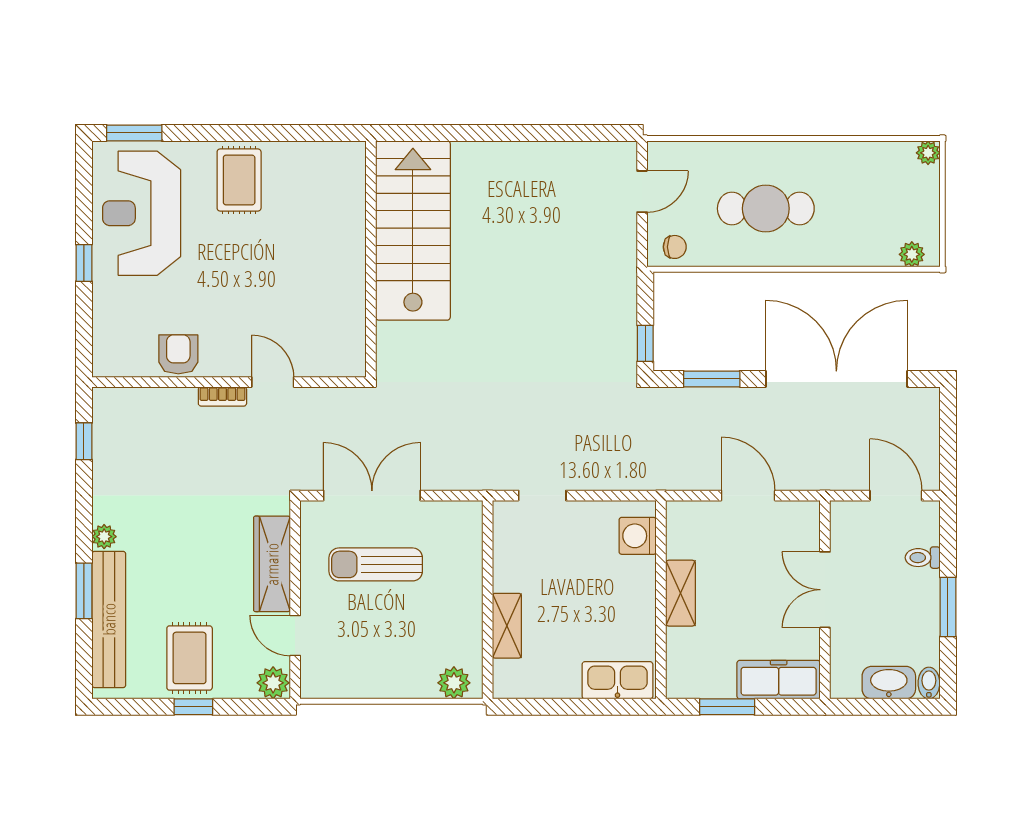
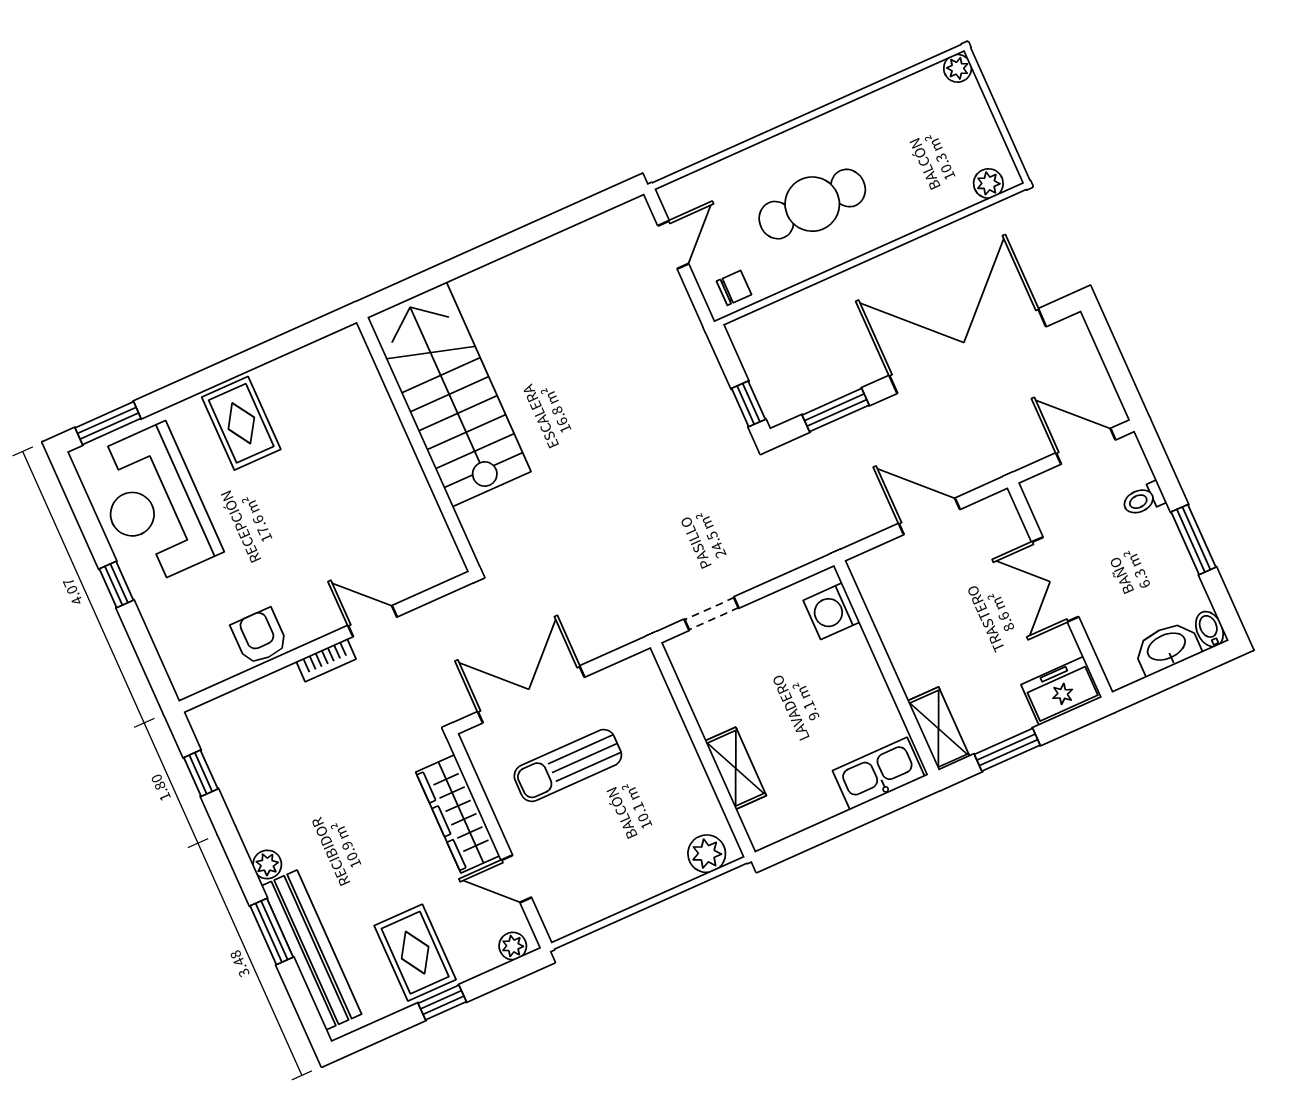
shelving: (681, 593) -> (939, 729), moved
freezer: (779, 680) -> (1061, 691), width x0.71
plant: (273, 683) -> (513, 946), width x0.73, depth x0.73

